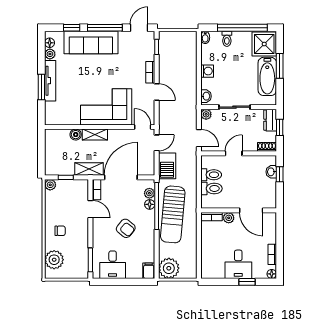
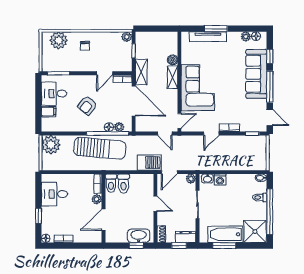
window: (280, 66) -> (224, 246), moved
washing machine: (207, 71) -> (220, 180), moved
tv unit: (50, 81) -> (208, 37), moved
barbecue: (167, 166) -> (149, 163), moved, turned 180
washbasin: (271, 172) -> (139, 236), width x1.91, depth x1.45
toilet: (211, 175) -> (111, 183), moved
sun lounger: (173, 214) -> (100, 148), turned 180
desk: (238, 264) -> (54, 194), moved
filing cabinet: (149, 271) -> (49, 112), moved

